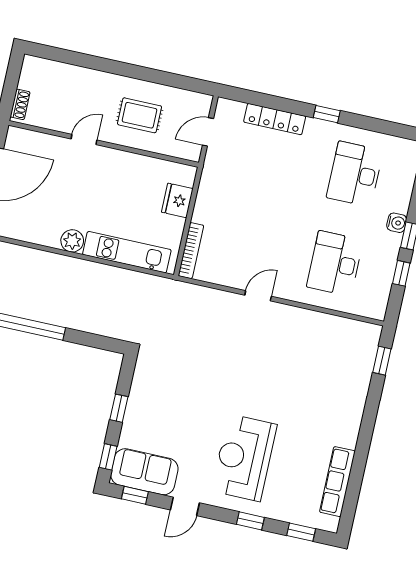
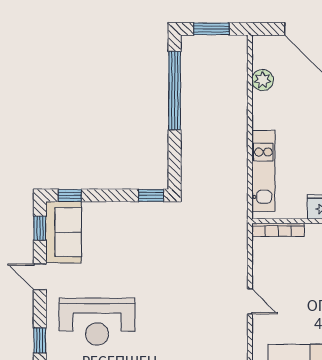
plant: (72, 241) -> (263, 80), moved
window: (119, 408) -> (151, 195), moved
reception desk: (244, 458) -> (97, 322), turned 180

